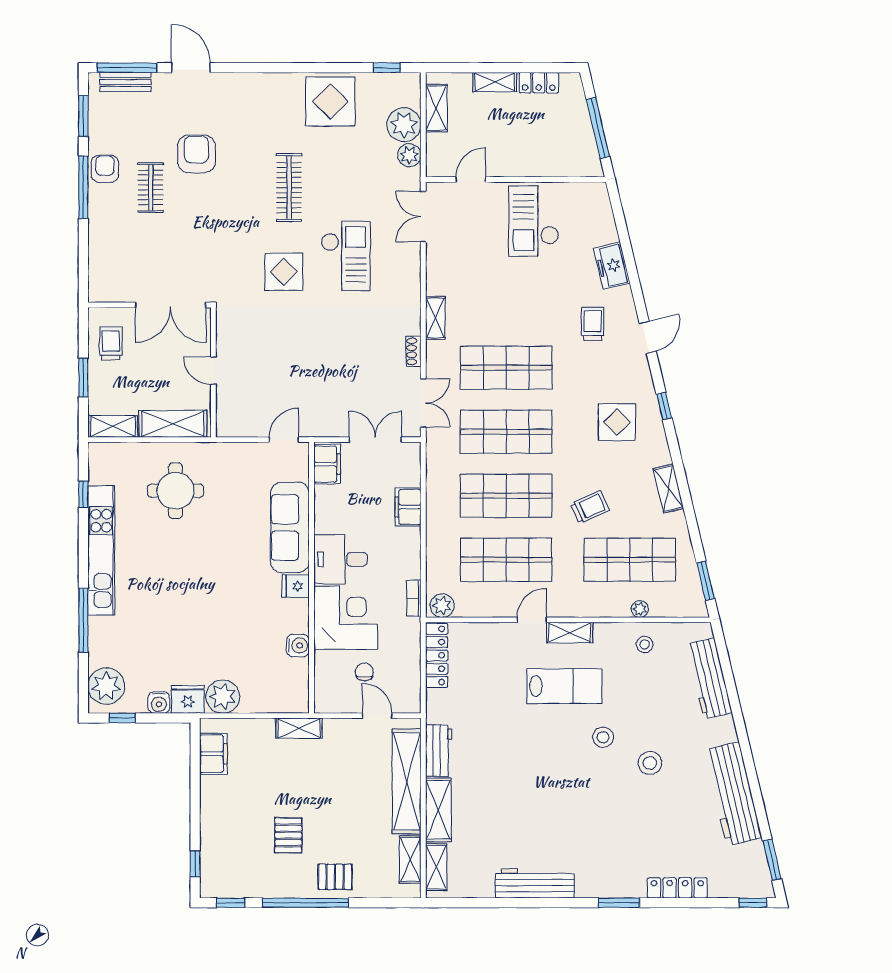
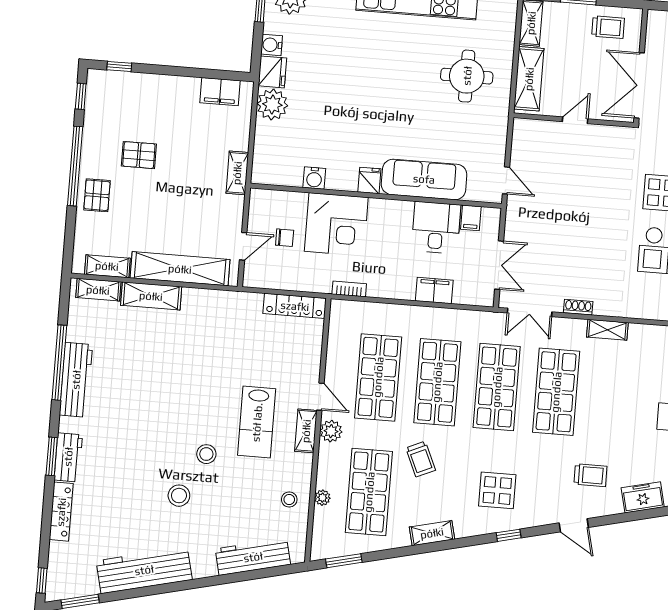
filing cabinet: (327, 464) -> (471, 218), width x0.50
desk: (340, 559) -> (436, 228), moved
plant: (442, 606) -> (331, 431), moved
workbench: (439, 751) -> (68, 457), moved, turned -90
window: (518, 903) -> (59, 363), added

